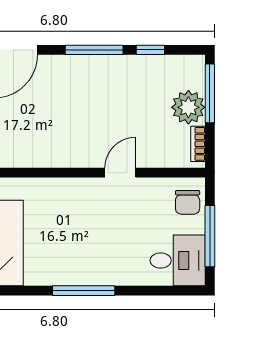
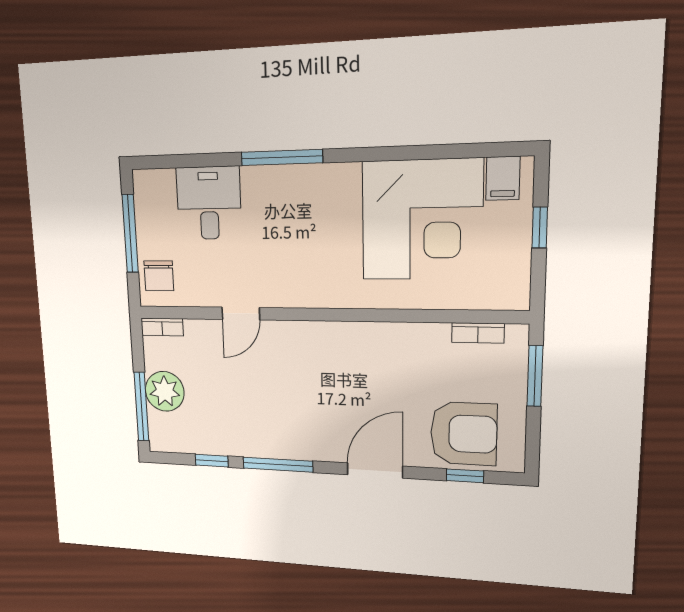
bookcase: (198, 144) -> (162, 327), moved, turned 90
chair: (188, 202) -> (159, 276), turned 180
desk: (178, 260) -> (209, 203), moved, turned 90

